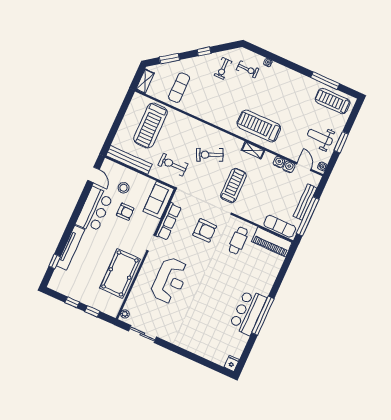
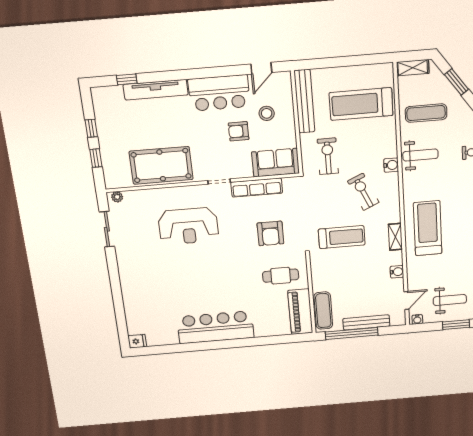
weight bench: (205, 105) -> (420, 155), added
weight bench: (320, 137) -> (450, 300), turned 90
water cooler: (289, 167) -> (391, 165), moved
armchair: (125, 212) -> (239, 131), turned 90
bar counter: (248, 312) -> (215, 327), width x1.36
window: (263, 316) -> (211, 345), removed

